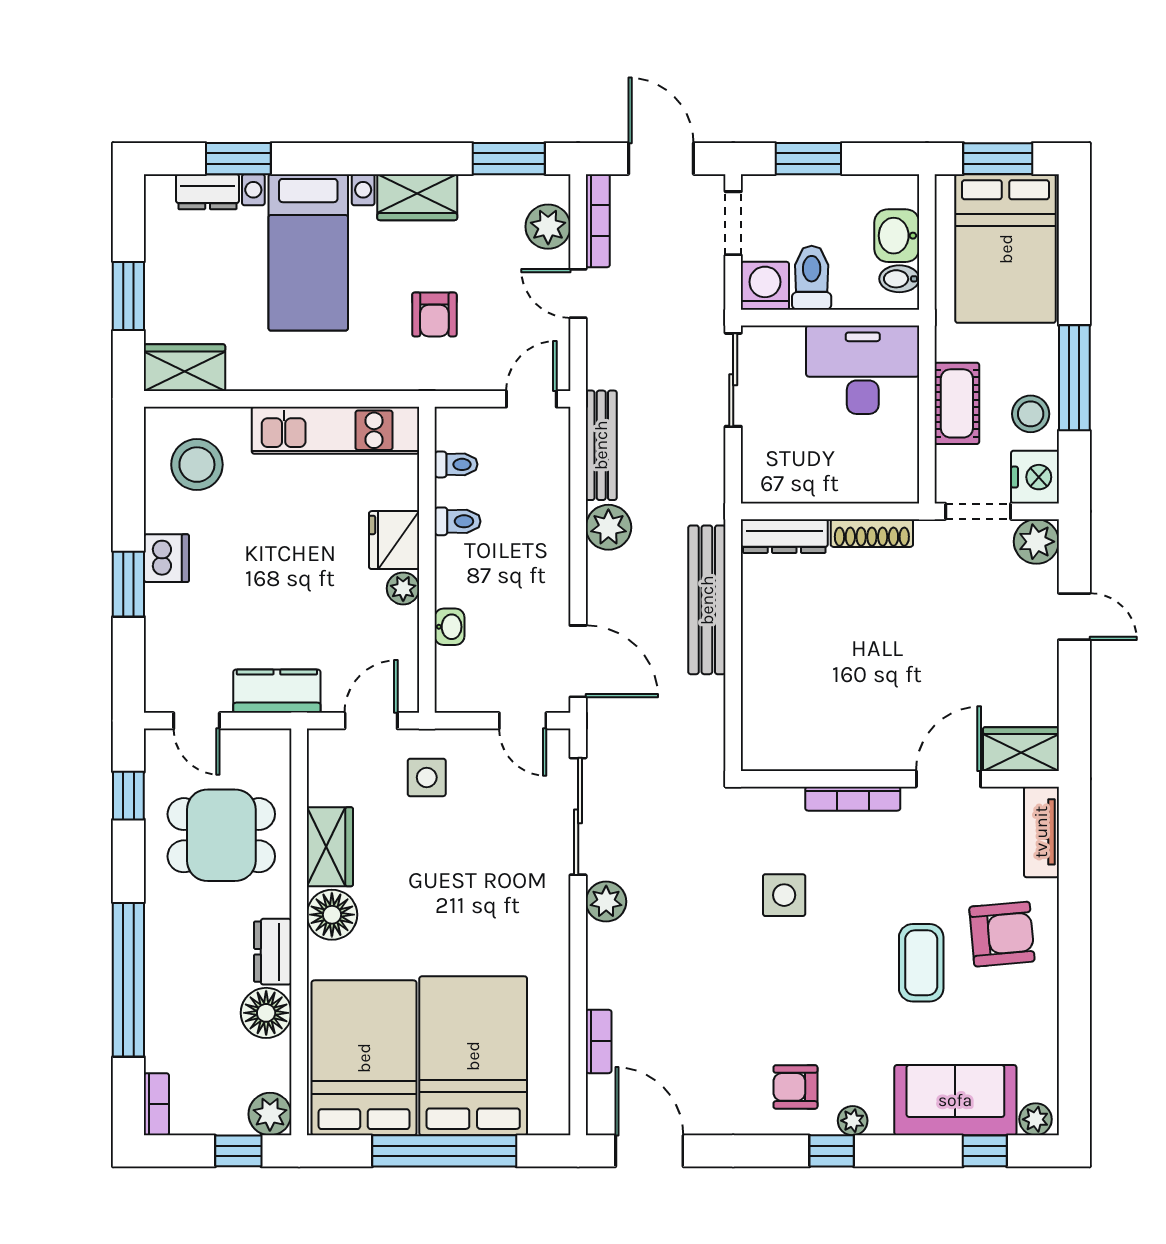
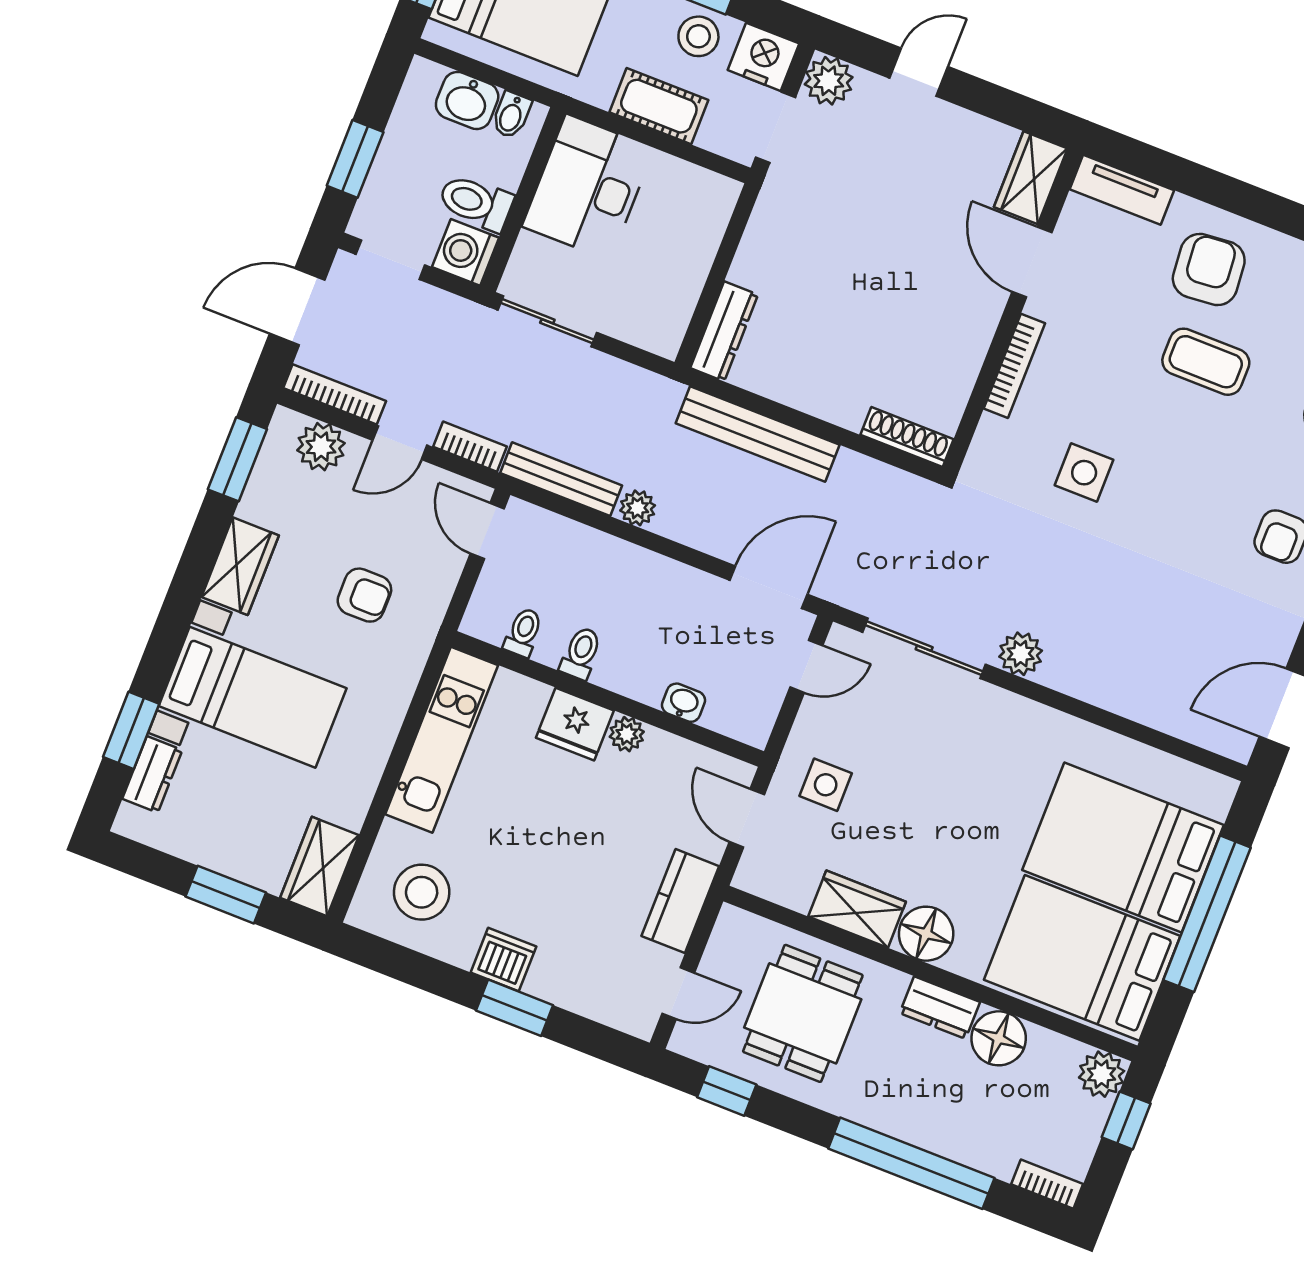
plant: (608, 527) -> (638, 508), width x0.73, depth x0.73
shoe rack: (872, 533) -> (907, 437), moved, turned -90
bookcase: (599, 1041) -> (470, 447), moved

